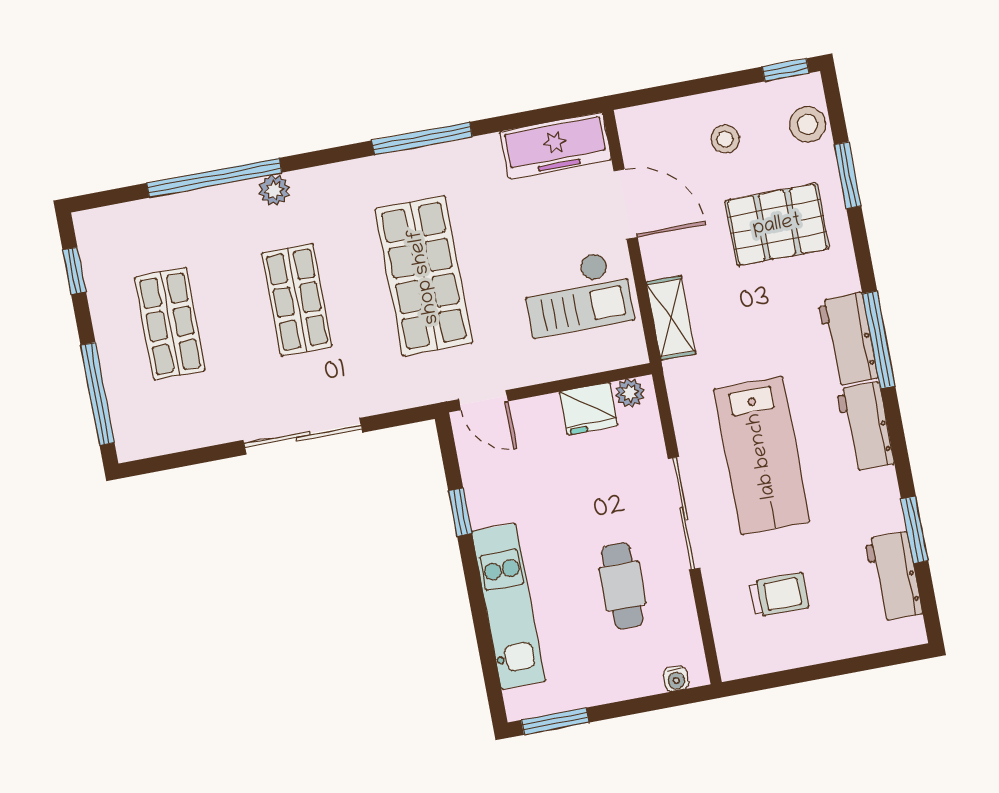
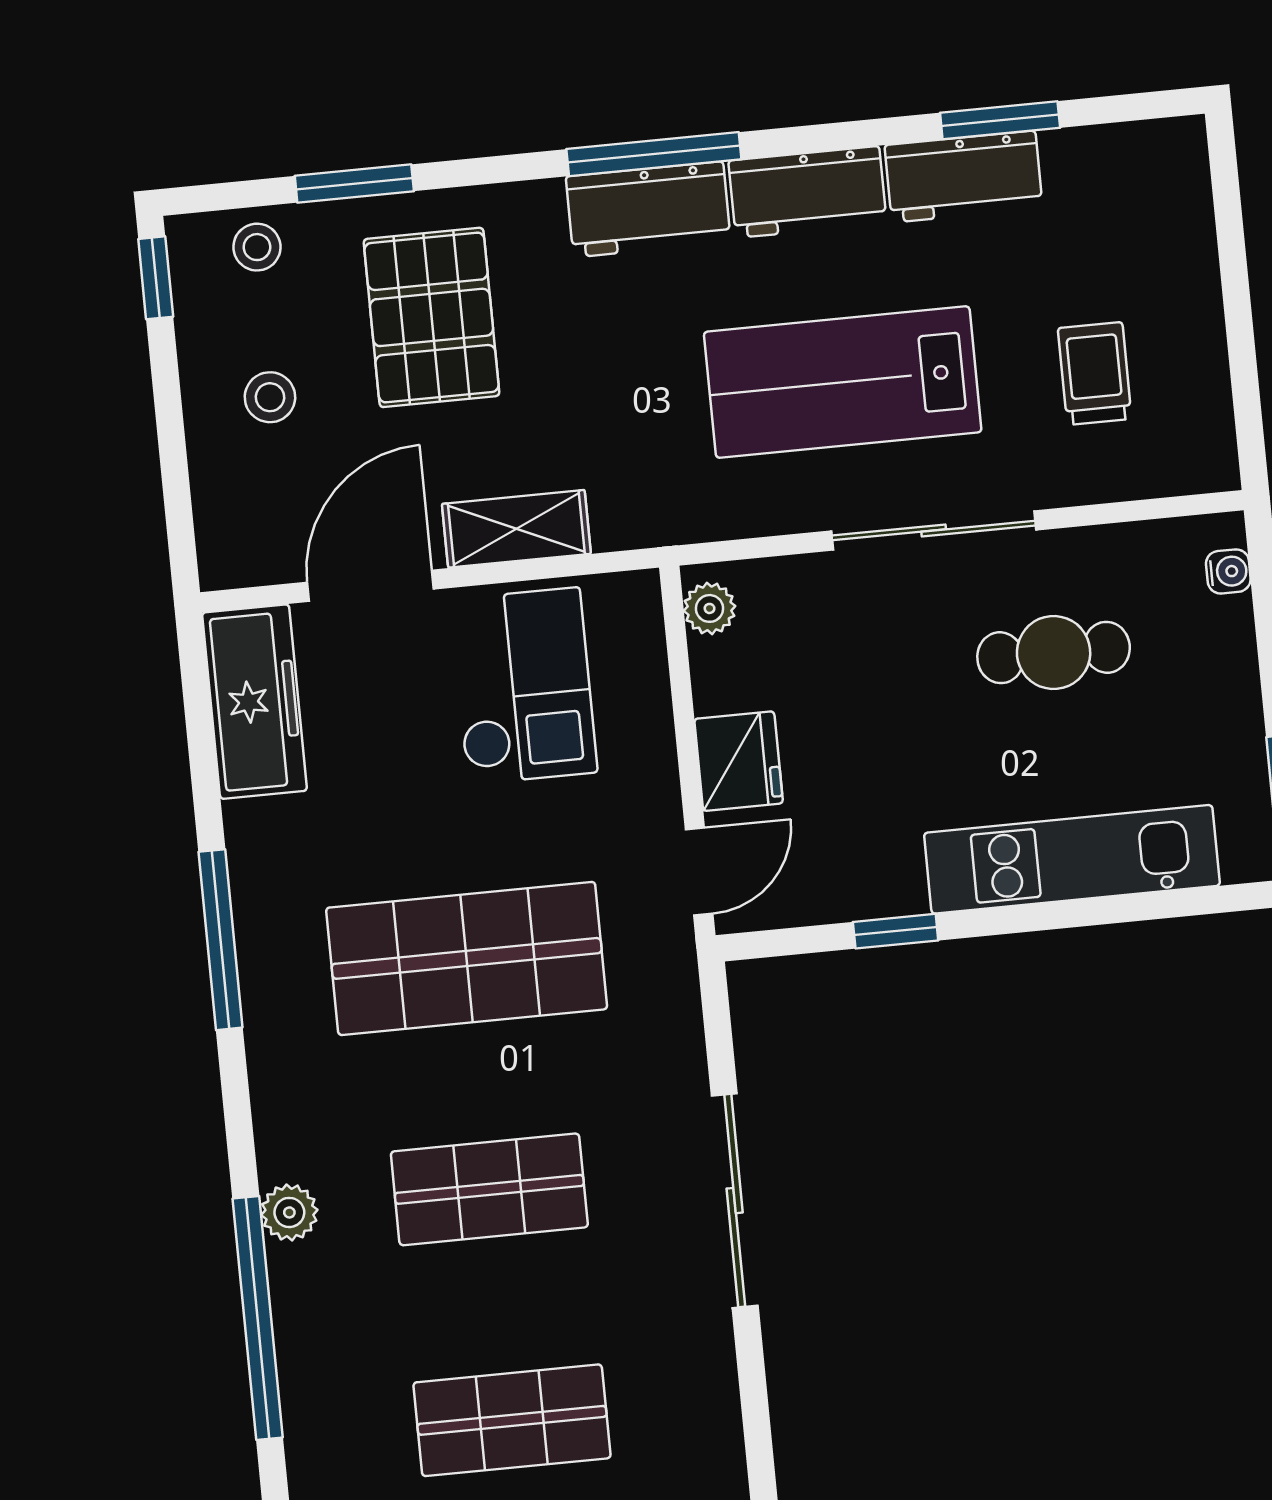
stool: (808, 124) -> (257, 247), width x0.73, depth x0.73
shelving: (671, 318) -> (516, 529), moved
fridge: (589, 409) -> (739, 761), moved
lab bench: (762, 456) -> (843, 382), turned 180
workbench: (894, 577) -> (964, 177), moved

